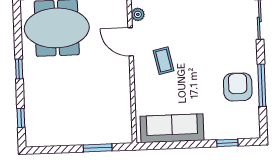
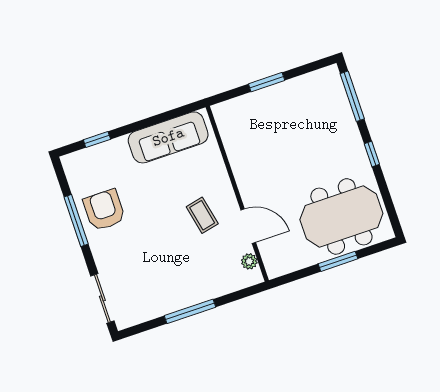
armchair: (238, 87) -> (104, 210), turned 180
window: (21, 118) -> (352, 96), width x2.17
window: (98, 148) -> (267, 82), moved

